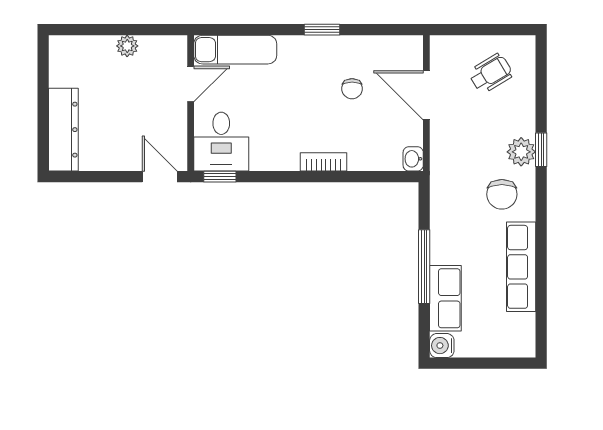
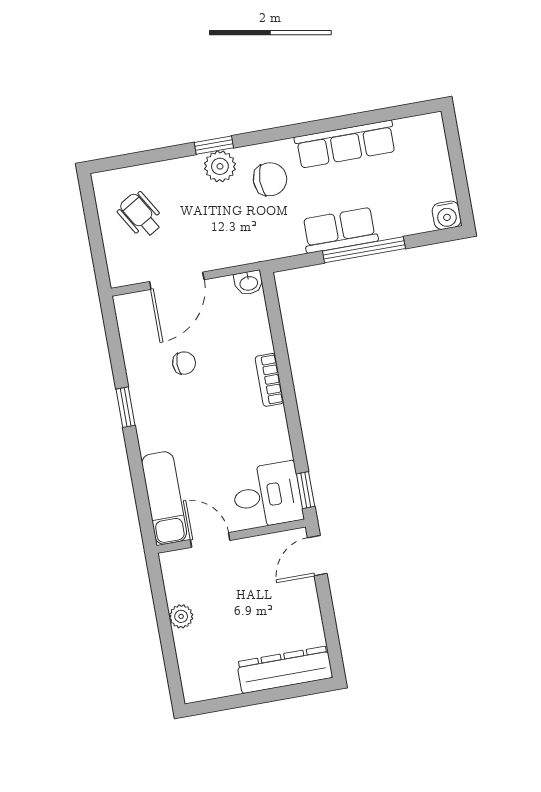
row of seats: (445, 298) -> (340, 230), moved

